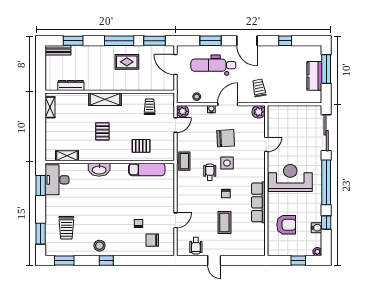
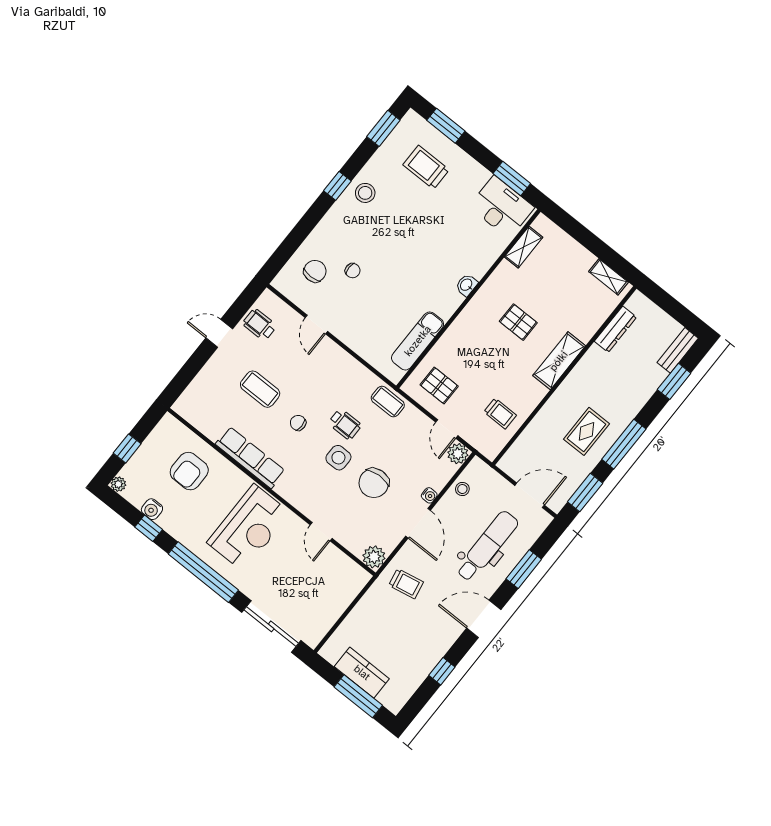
pallet: (141, 146) -> (439, 386), moved, turned 90
washbasin: (99, 170) -> (466, 285), width x0.52, depth x0.69

